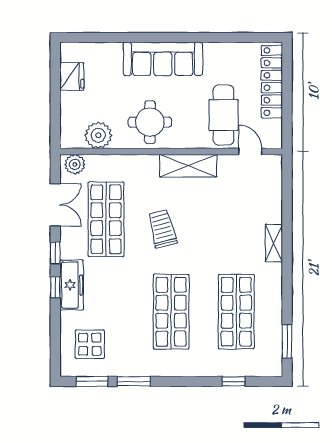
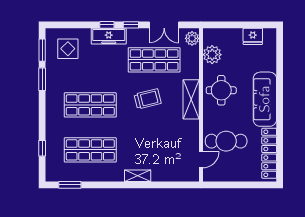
locker: (272, 82) -> (269, 153), moved, turned -90
shelving: (188, 166) -> (191, 99), moved

